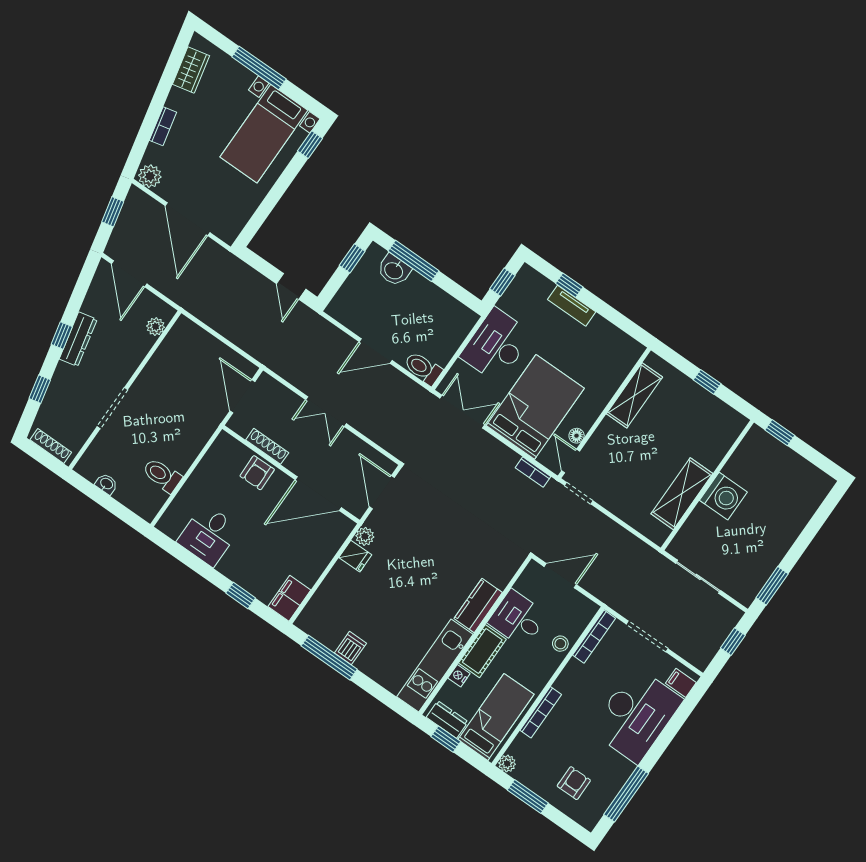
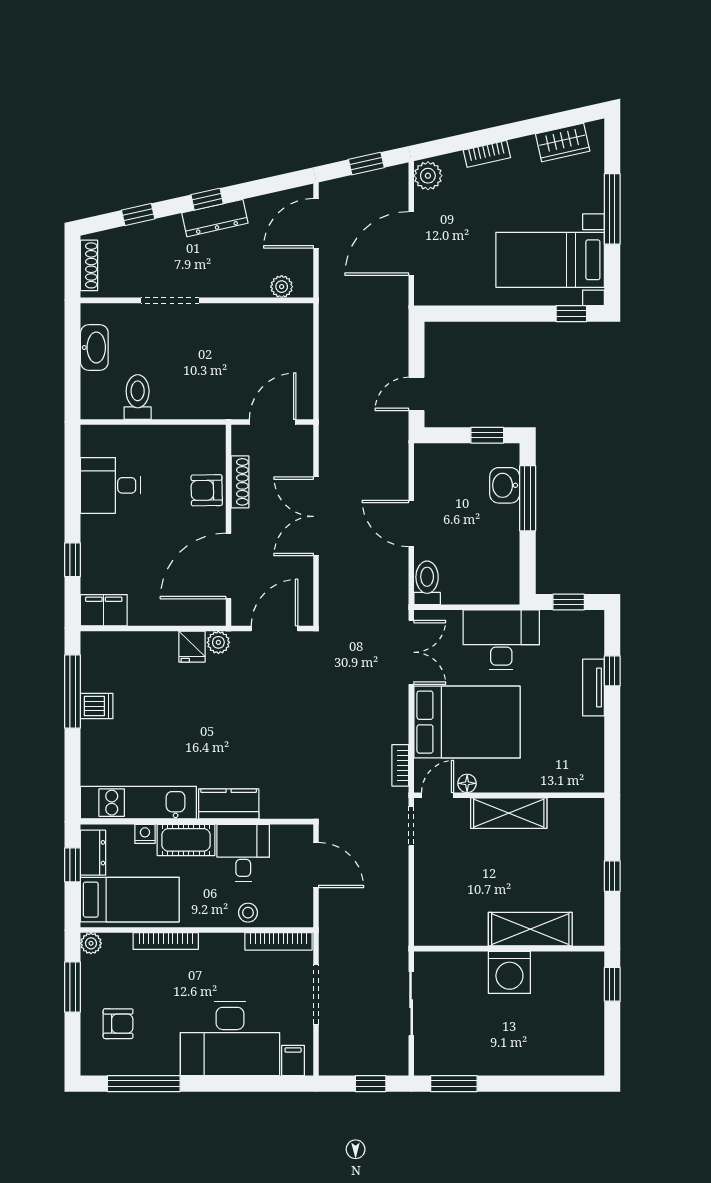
shelving: (634, 395) -> (509, 813), moved
double door: (326, 412) -> (316, 516), width x1.37
washbasin: (106, 484) -> (94, 348), width x1.91, depth x1.45
door: (318, 494) -> (229, 566), hinge flipped
shelving: (682, 494) -> (530, 929), moved

